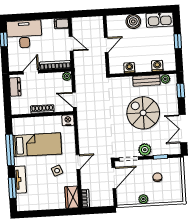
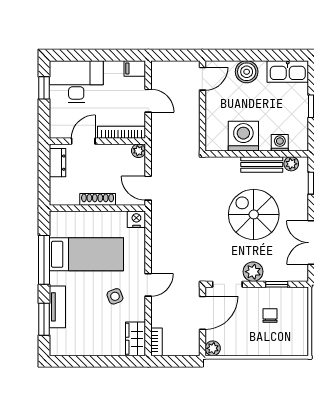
door: (106, 45) -> (202, 79), moved
washing machine: (129, 68) -> (243, 136), width x1.89, depth x1.89
plant: (143, 199) -> (213, 348), moved

